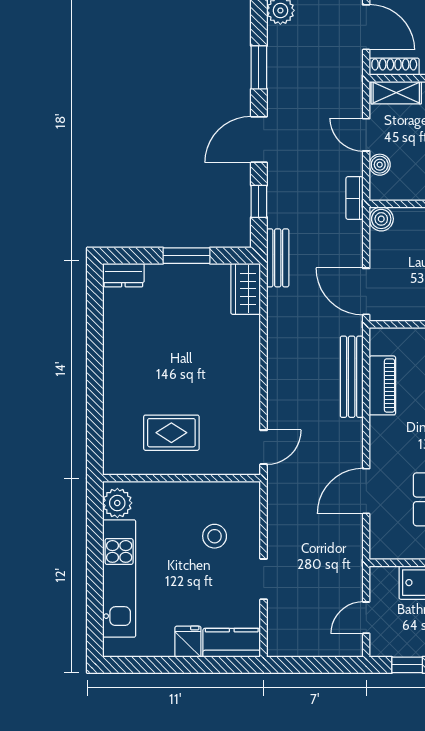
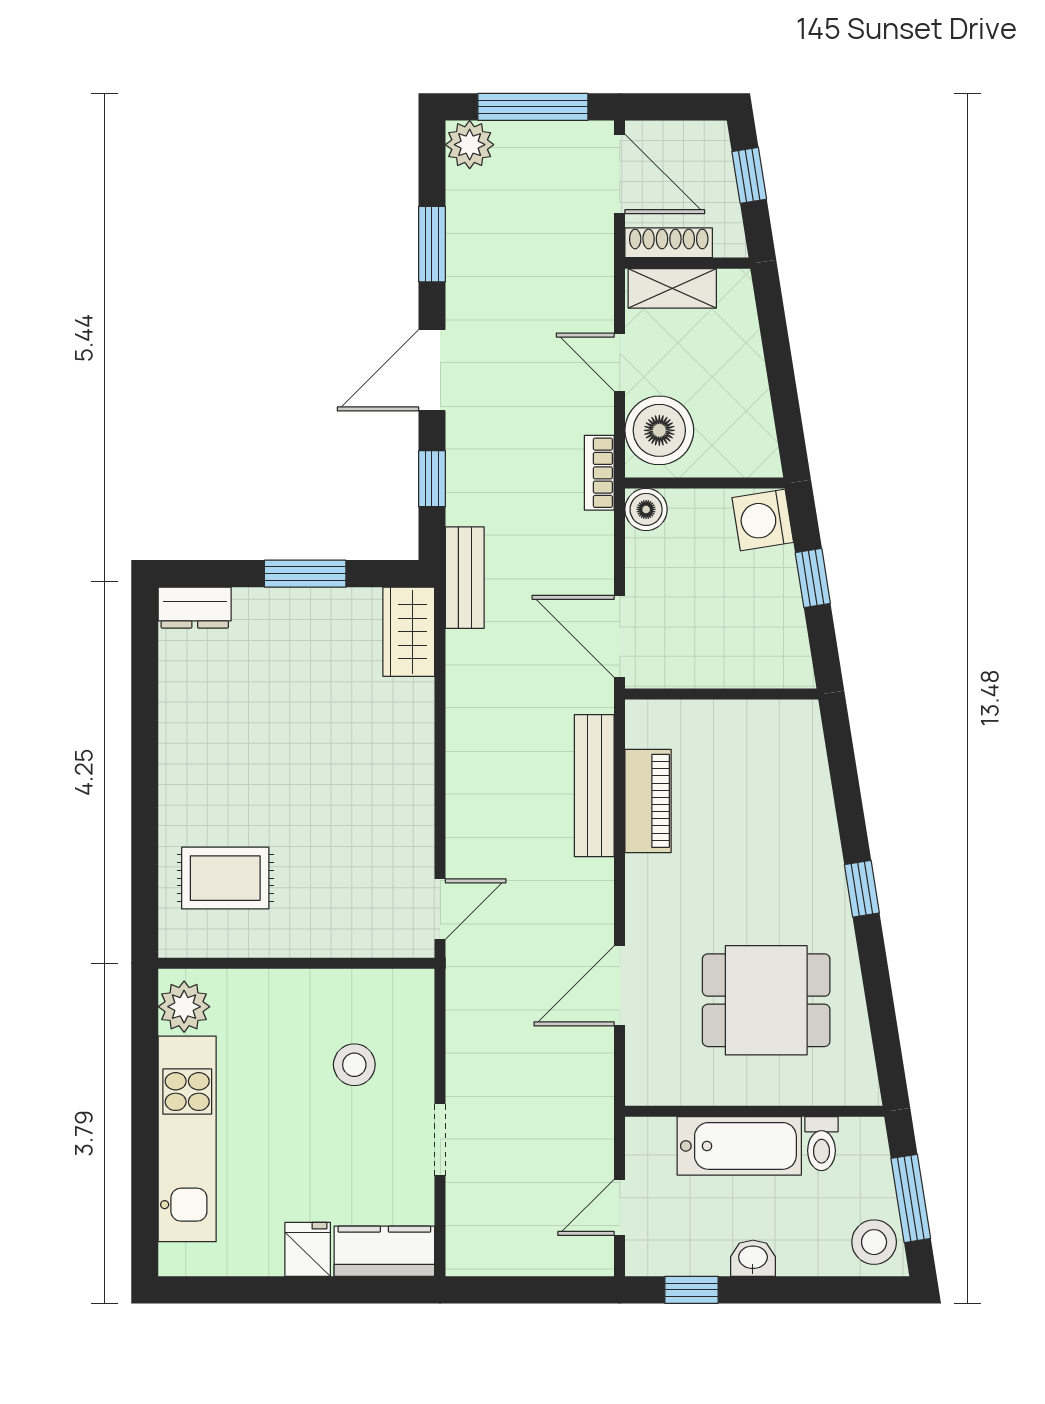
boiler: (380, 165) -> (659, 430), width x1.86, depth x1.86
rug: (171, 433) -> (225, 878), moved

